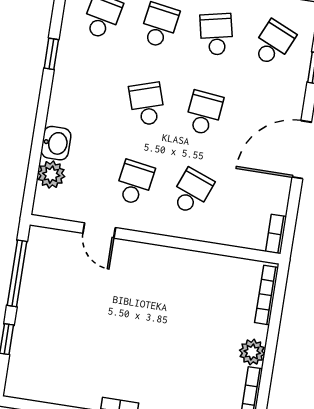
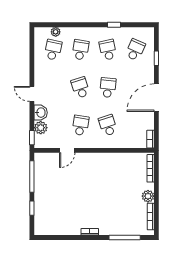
window: (51, 54) -> (32, 138), moved
door: (44, 101) -> (32, 94), added
school desk: (192, 192) -> (108, 125), turned -39
door: (99, 230) -> (67, 150), hinge flipped

